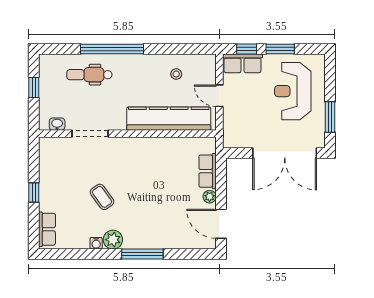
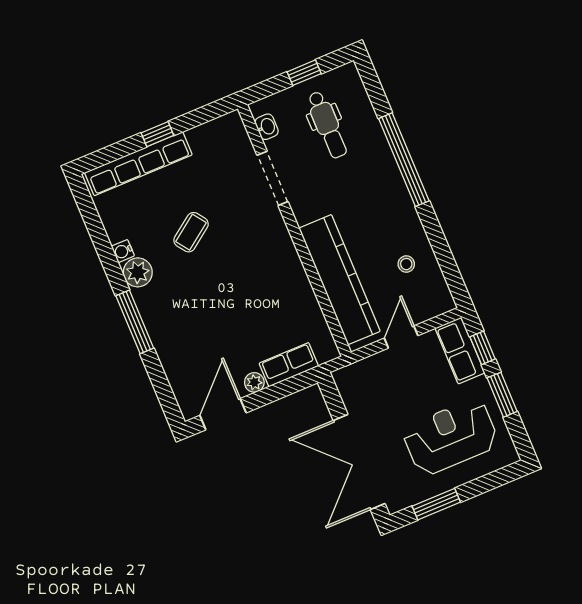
dental chair: (89, 75) -> (327, 125), moved, turned 180
row of seats: (47, 229) -> (138, 164), width x2.02

